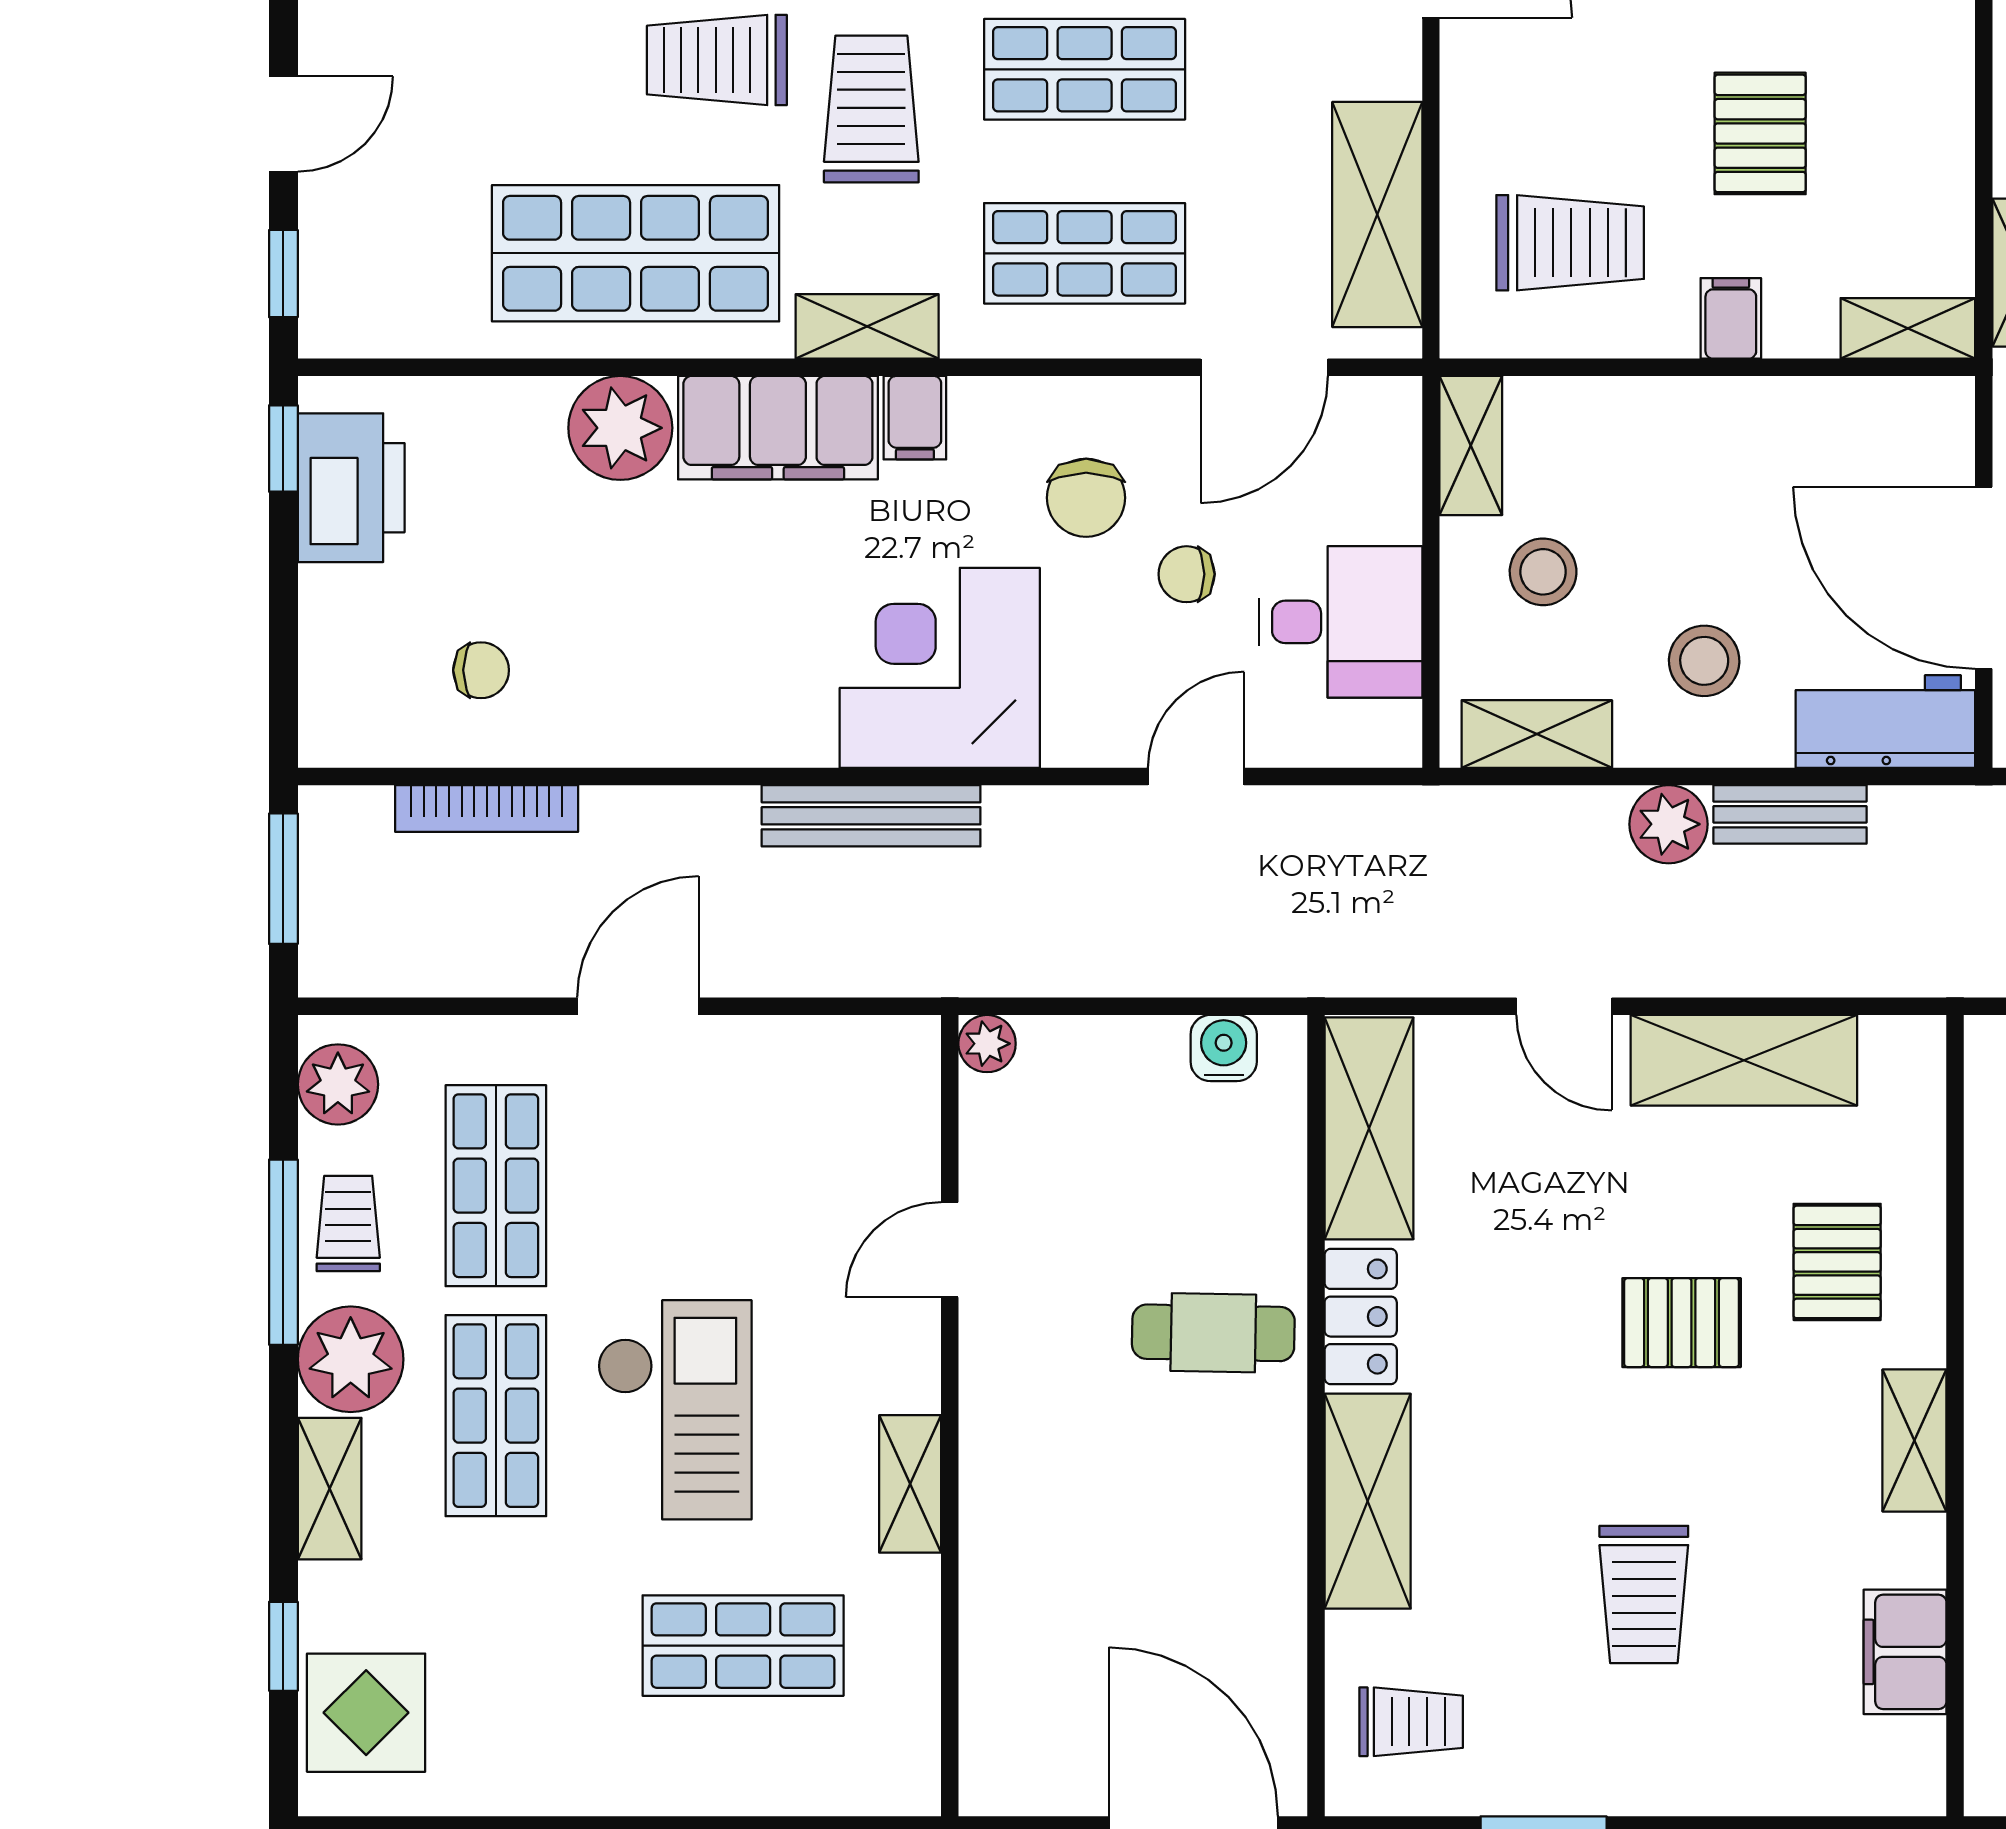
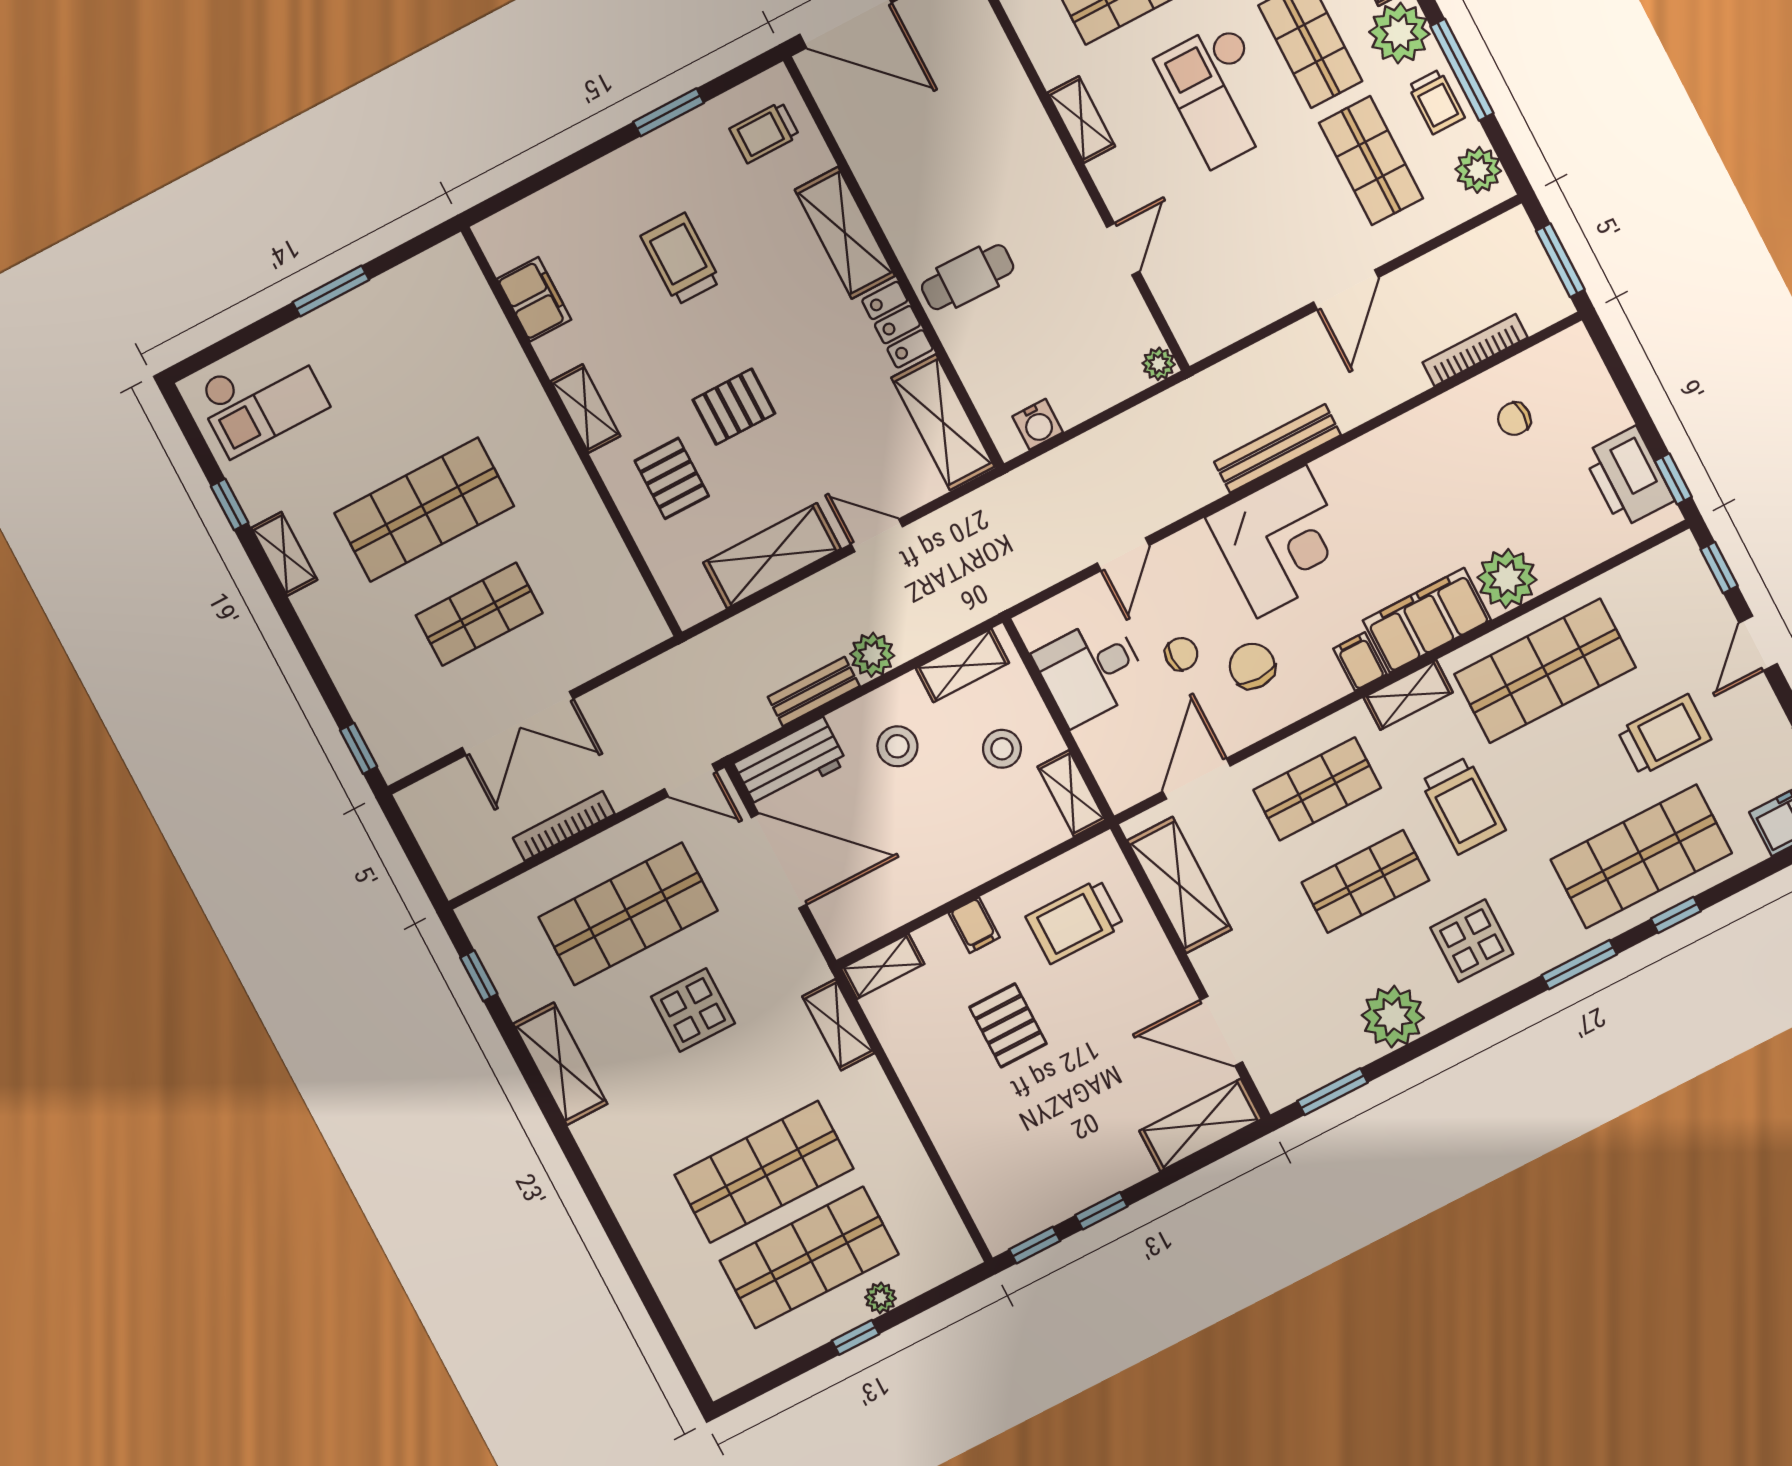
trolley: (717, 60) -> (1664, 735), moved

